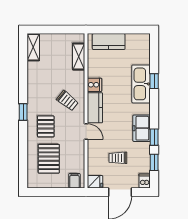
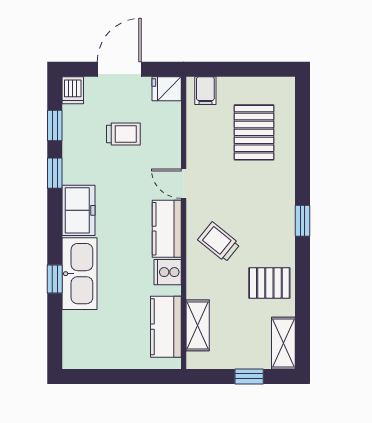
window: (51, 30) -> (249, 376), added
kitchen counter: (109, 42) -> (166, 327), moved, turned -90
pallet: (46, 126) -> (269, 283), moved, turned 90
freezer: (142, 128) -> (79, 210), moved

